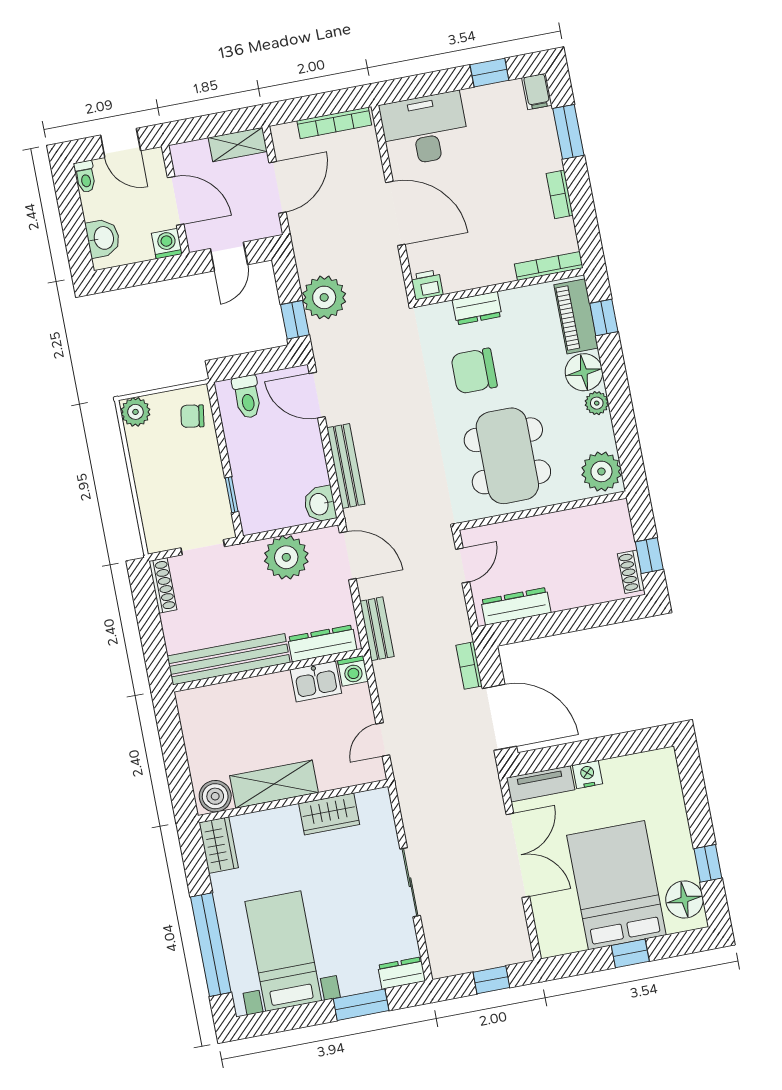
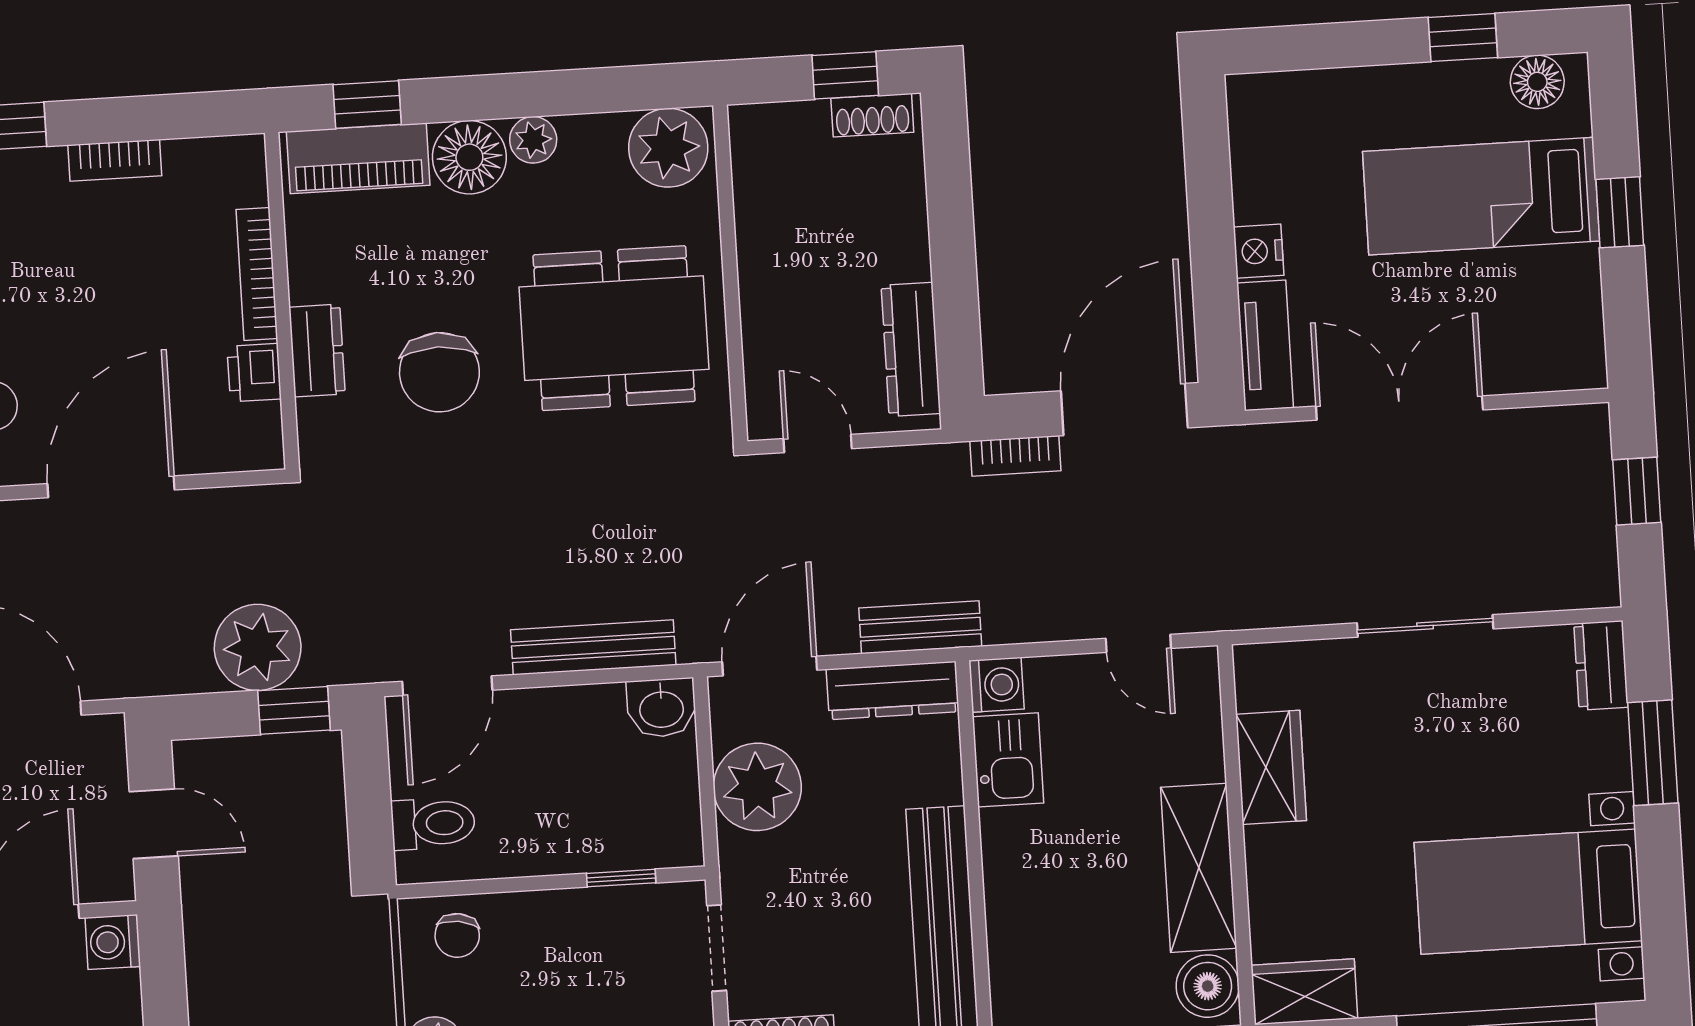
bookcase: (549, 266) -> (257, 274), moved
printer: (427, 285) -> (254, 373), moved
dresser: (322, 643) -> (893, 690), moved, turned -90
bed: (616, 885) -> (1481, 196), width x0.67
floor lamp: (684, 900) -> (1537, 82), width x0.73, depth x0.73

